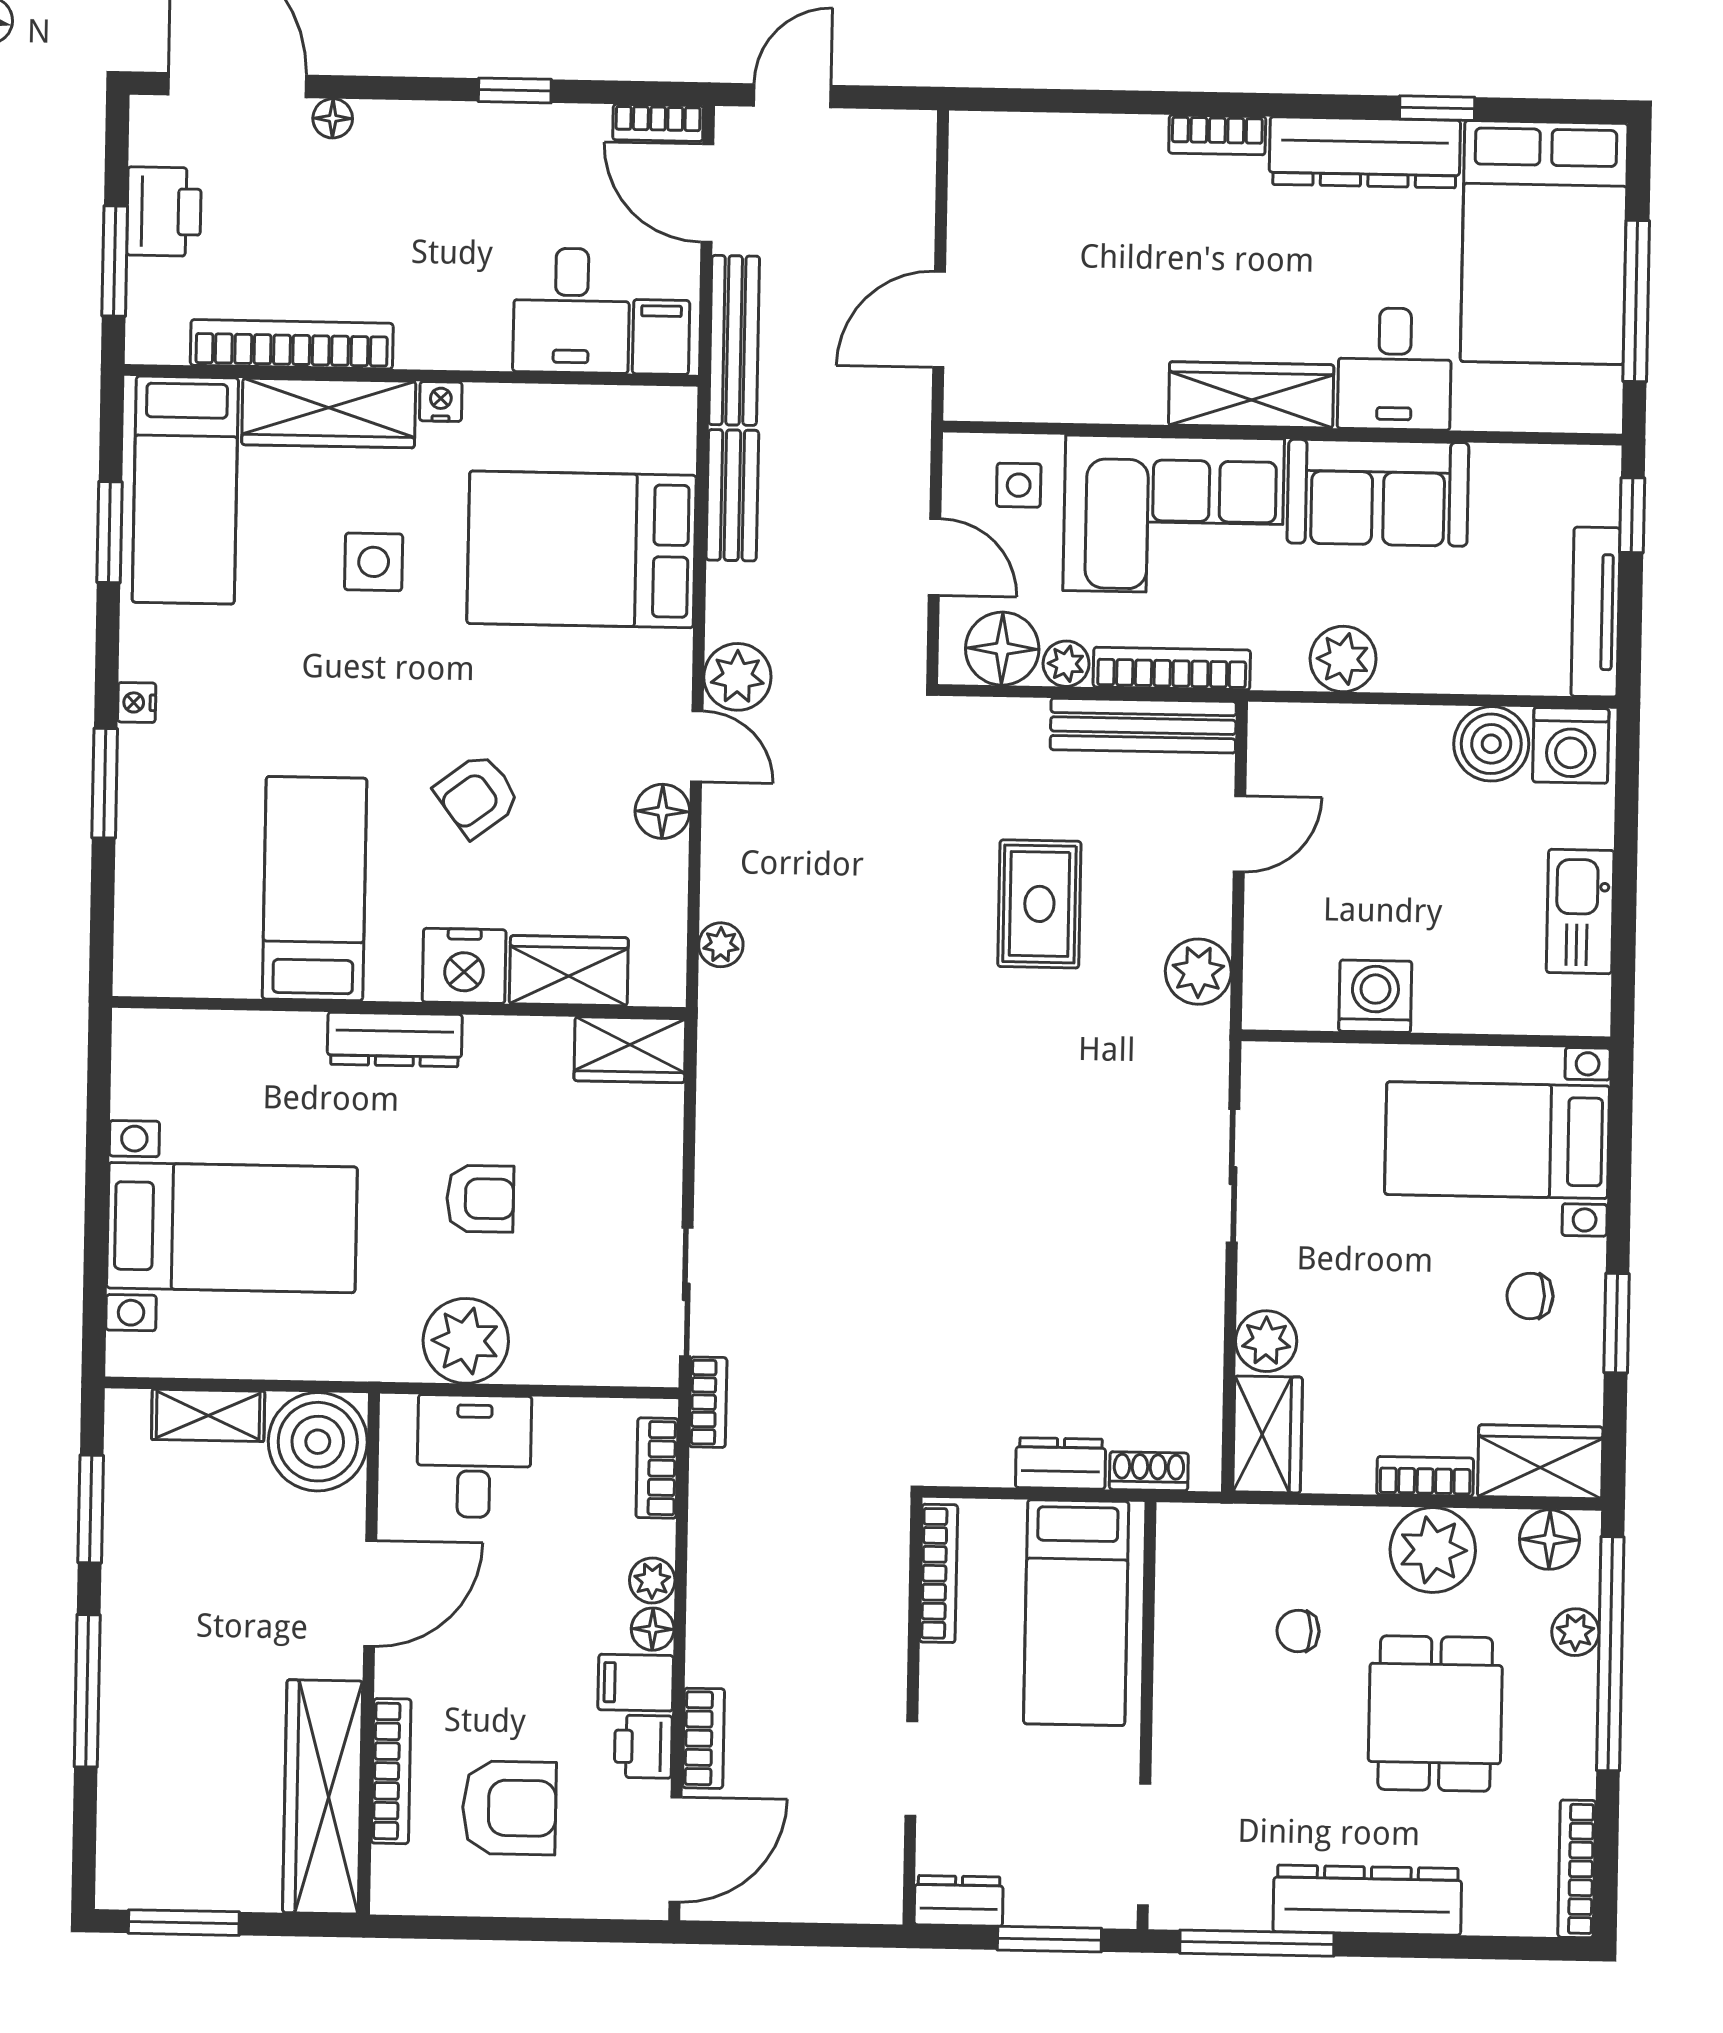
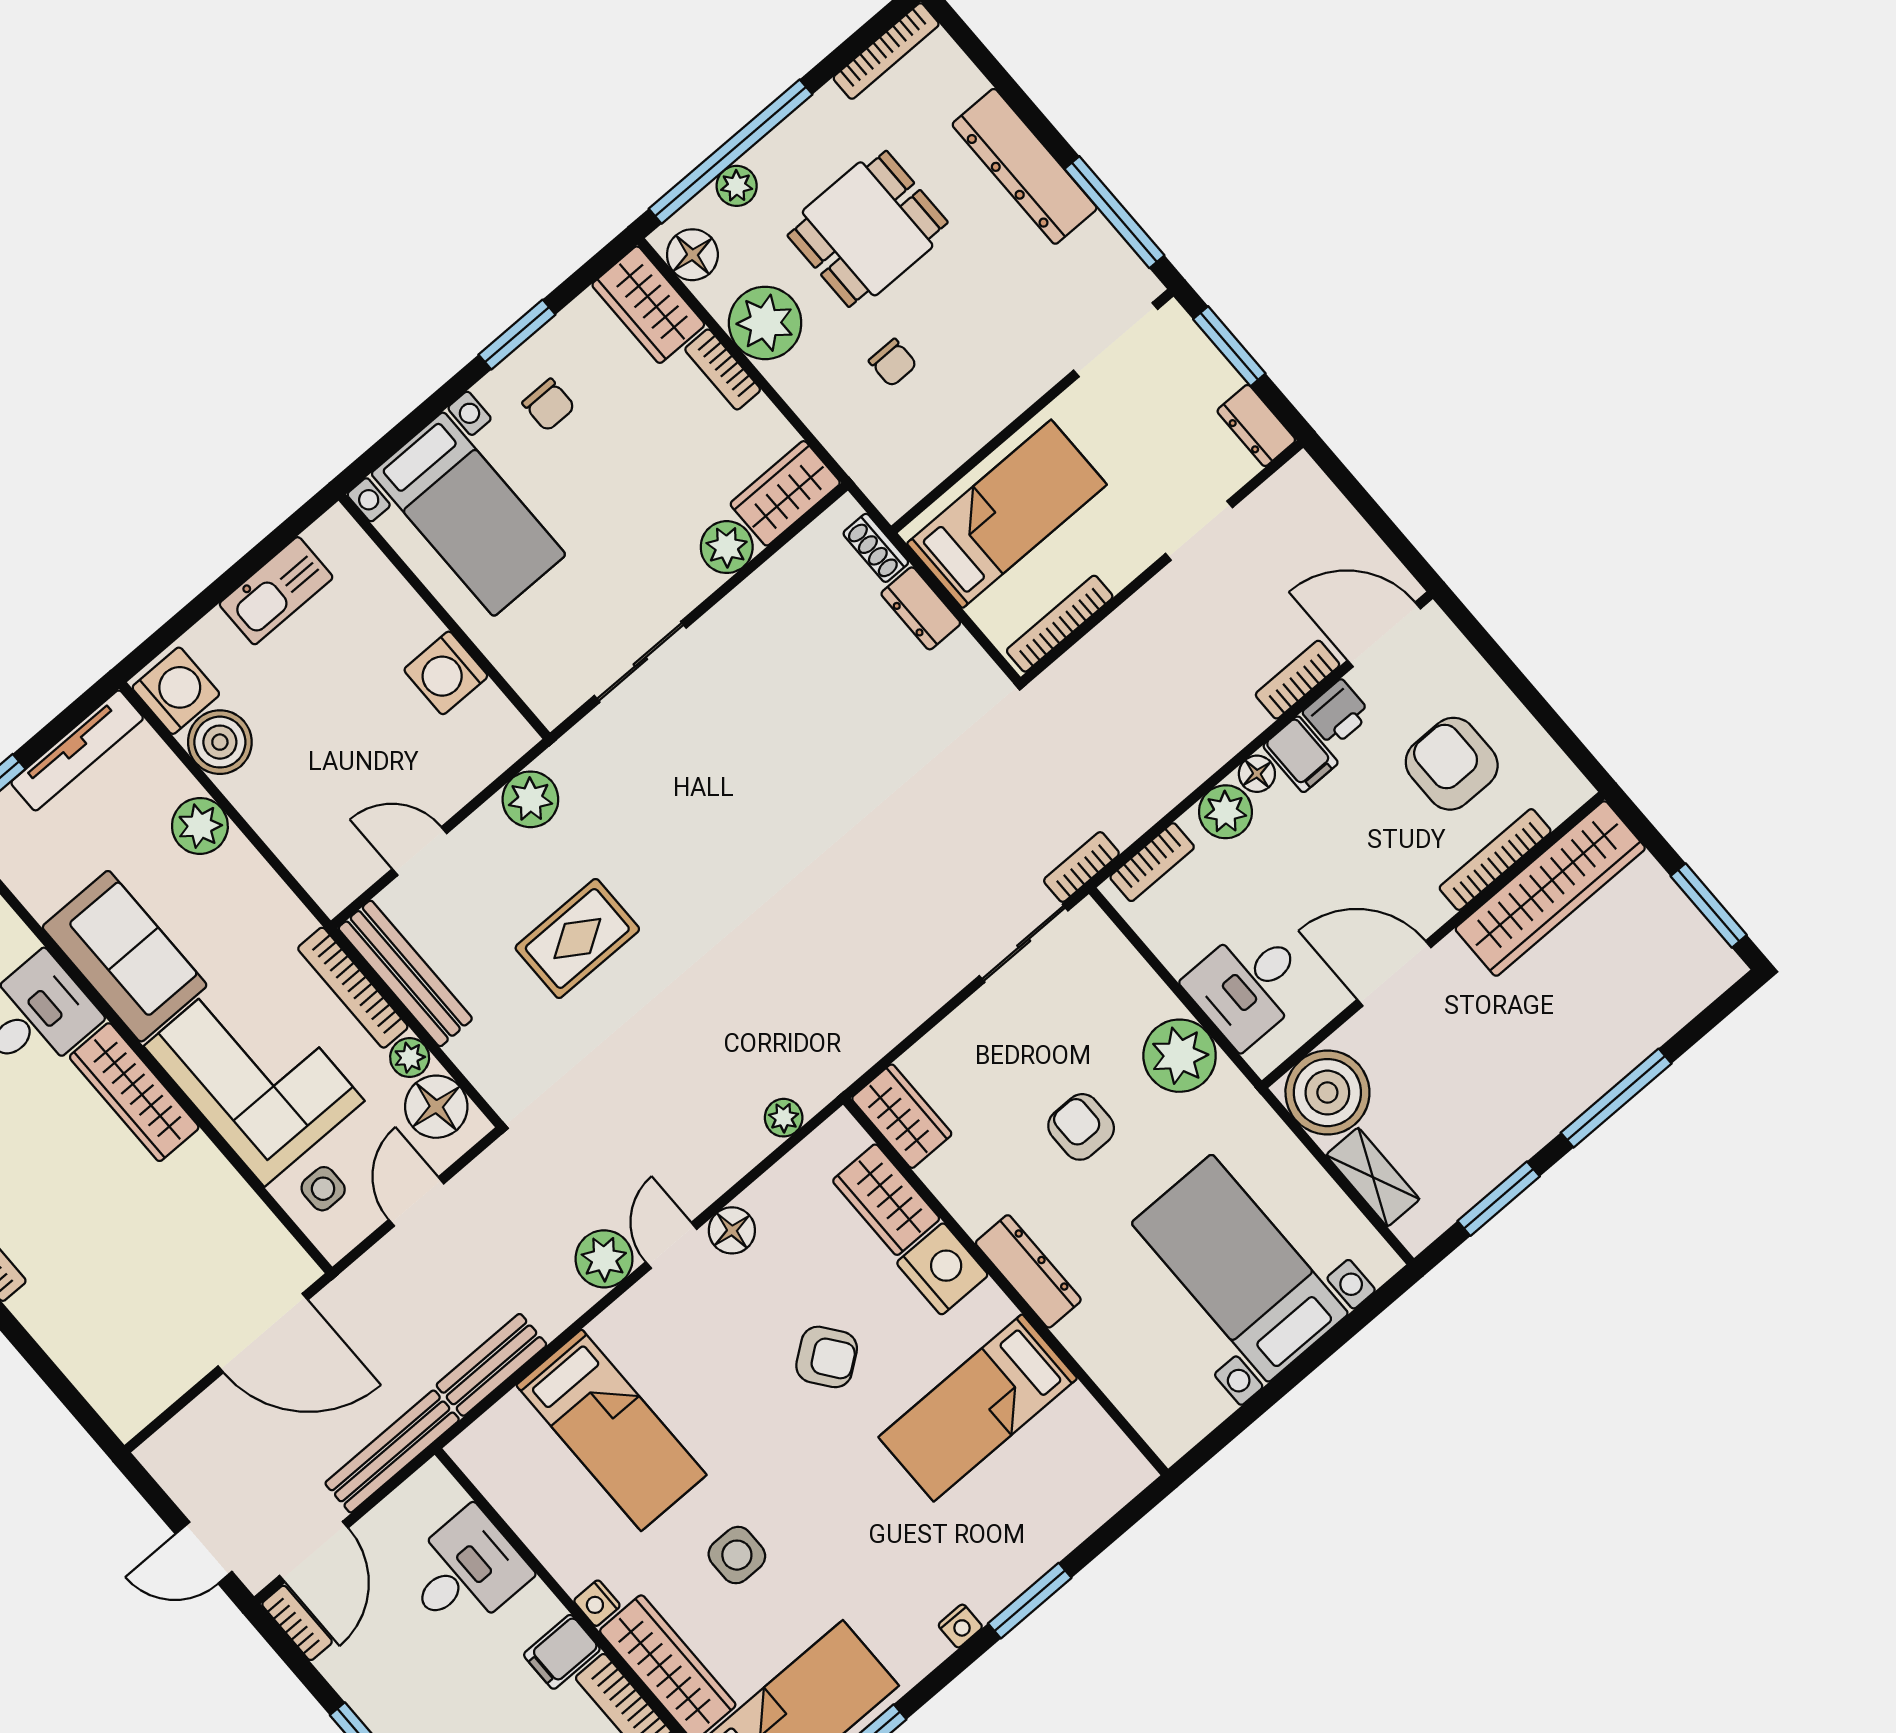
door: (939, 319) -> (263, 1333), width x1.36
filing cabinet: (661, 337) -> (562, 1652), moved
bed: (582, 549) -> (611, 1430), width x0.67
plant: (1343, 659) -> (200, 826), moved
plant: (652, 1580) -> (1225, 812), width x1.38, depth x1.38

